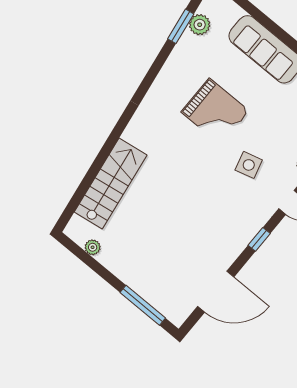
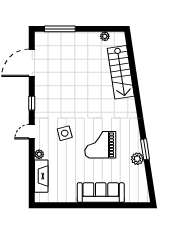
plant: (200, 25) -> (137, 159), moved
window: (181, 26) -> (145, 149), moved

